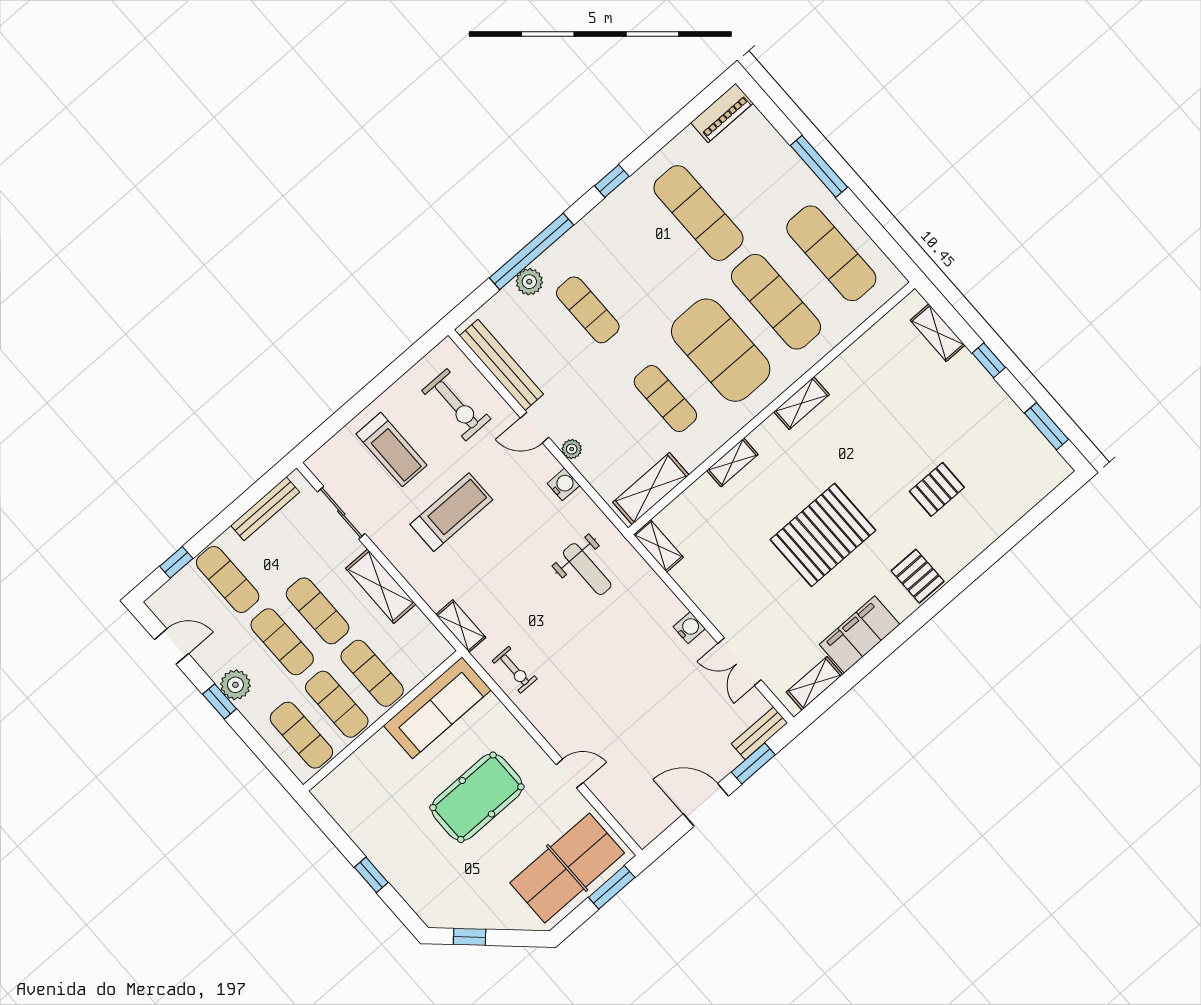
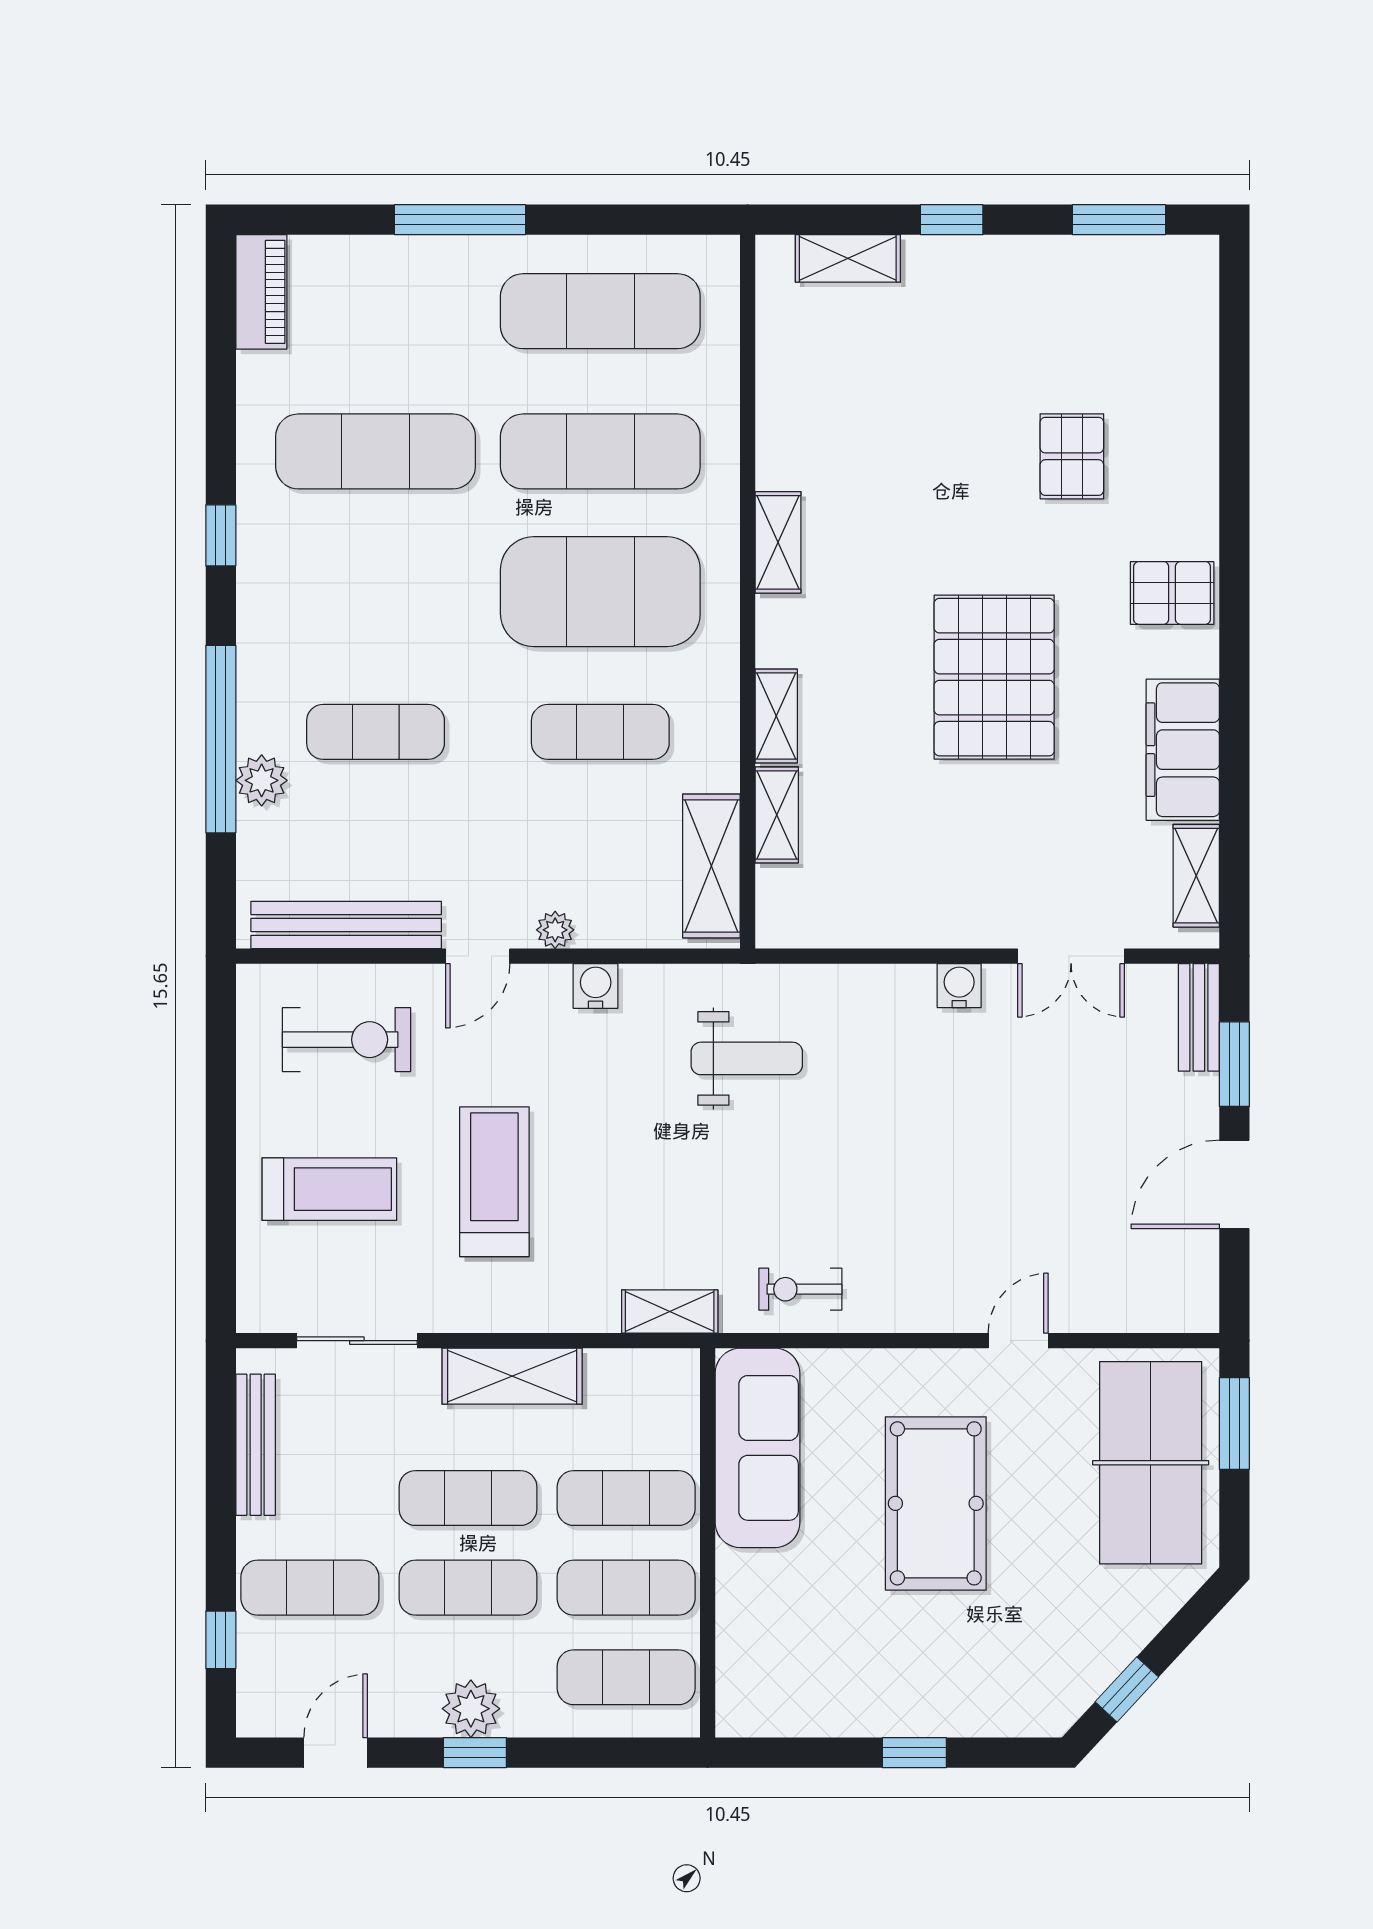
shelving: (658, 546) -> (777, 815), moved, turned 90
exercise bike: (515, 670) -> (800, 1289), turned 180

